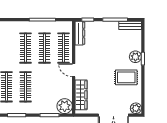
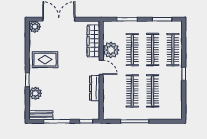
dresser: (80, 33) -> (95, 88), moved
clothes rail: (64, 48) -> (132, 50), moved
plant: (135, 57) -> (35, 93), moved
plant: (65, 106) -> (111, 50), moved

